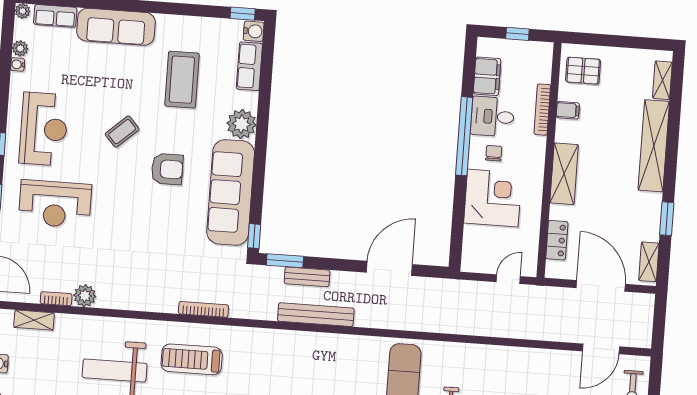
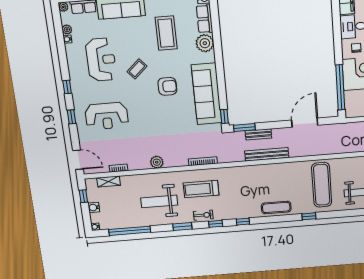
plant: (241, 124) -> (205, 43), moved
reception desk: (44, 129) -> (101, 60), moved
window: (464, 136) -> (340, 87), moved
plant: (85, 296) -> (157, 162), moved

